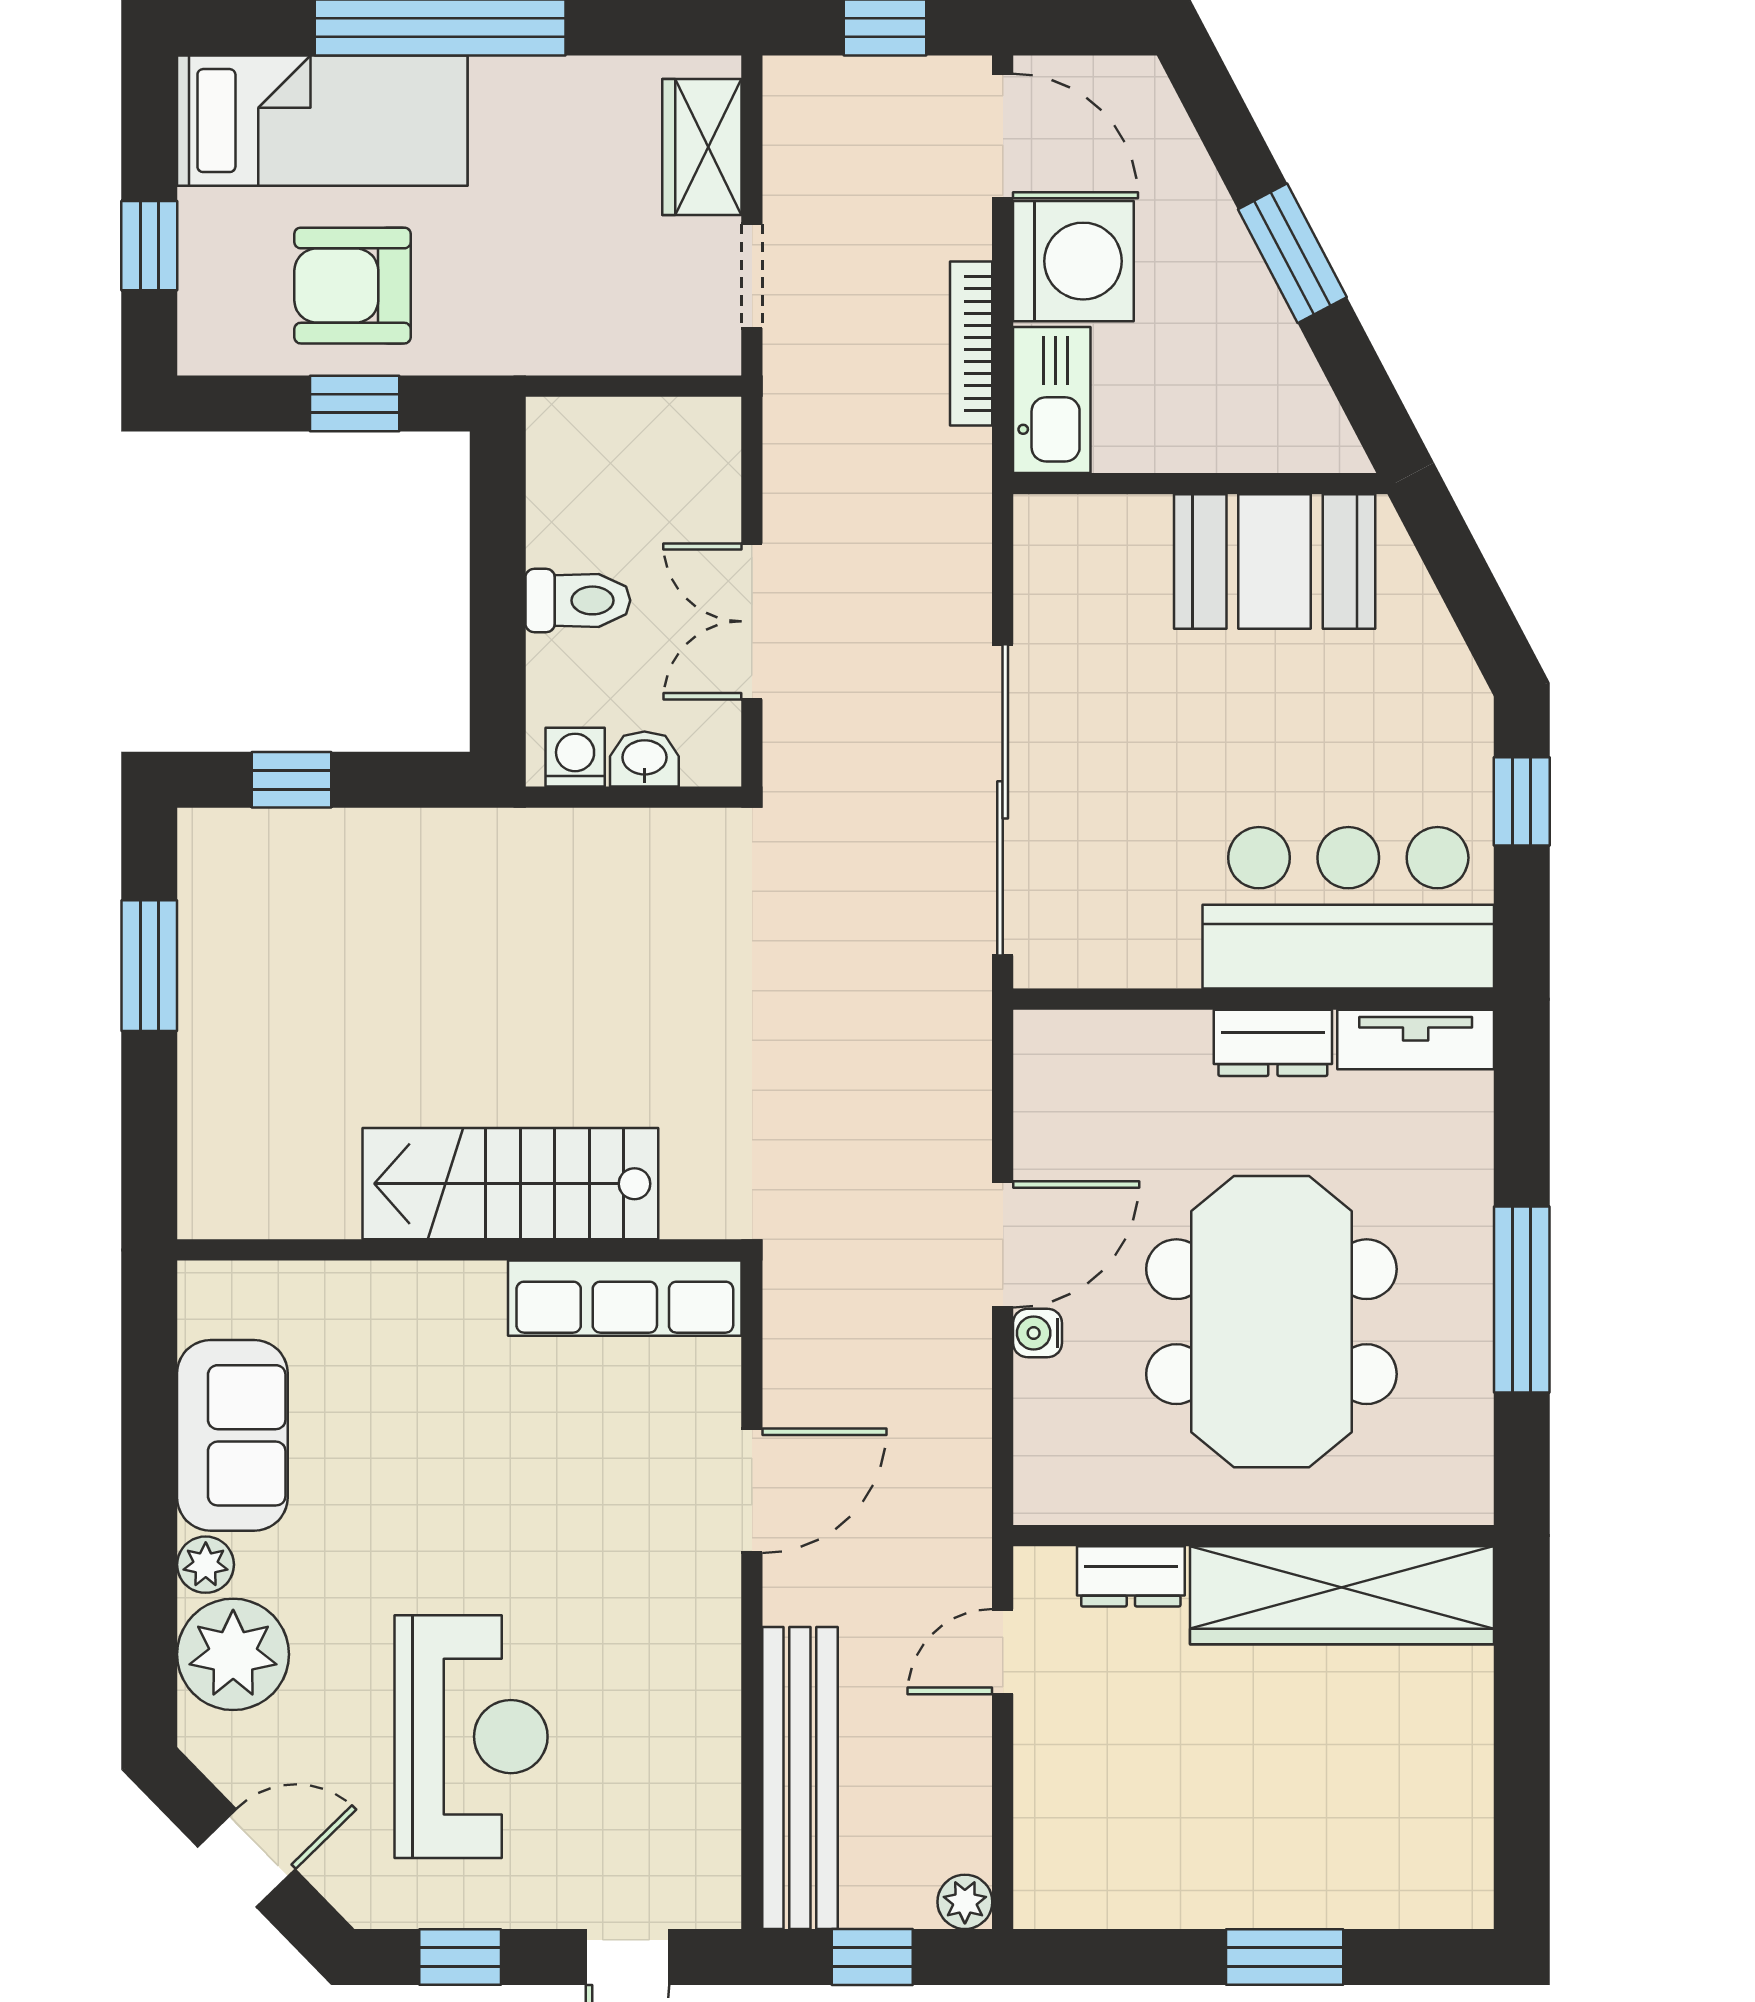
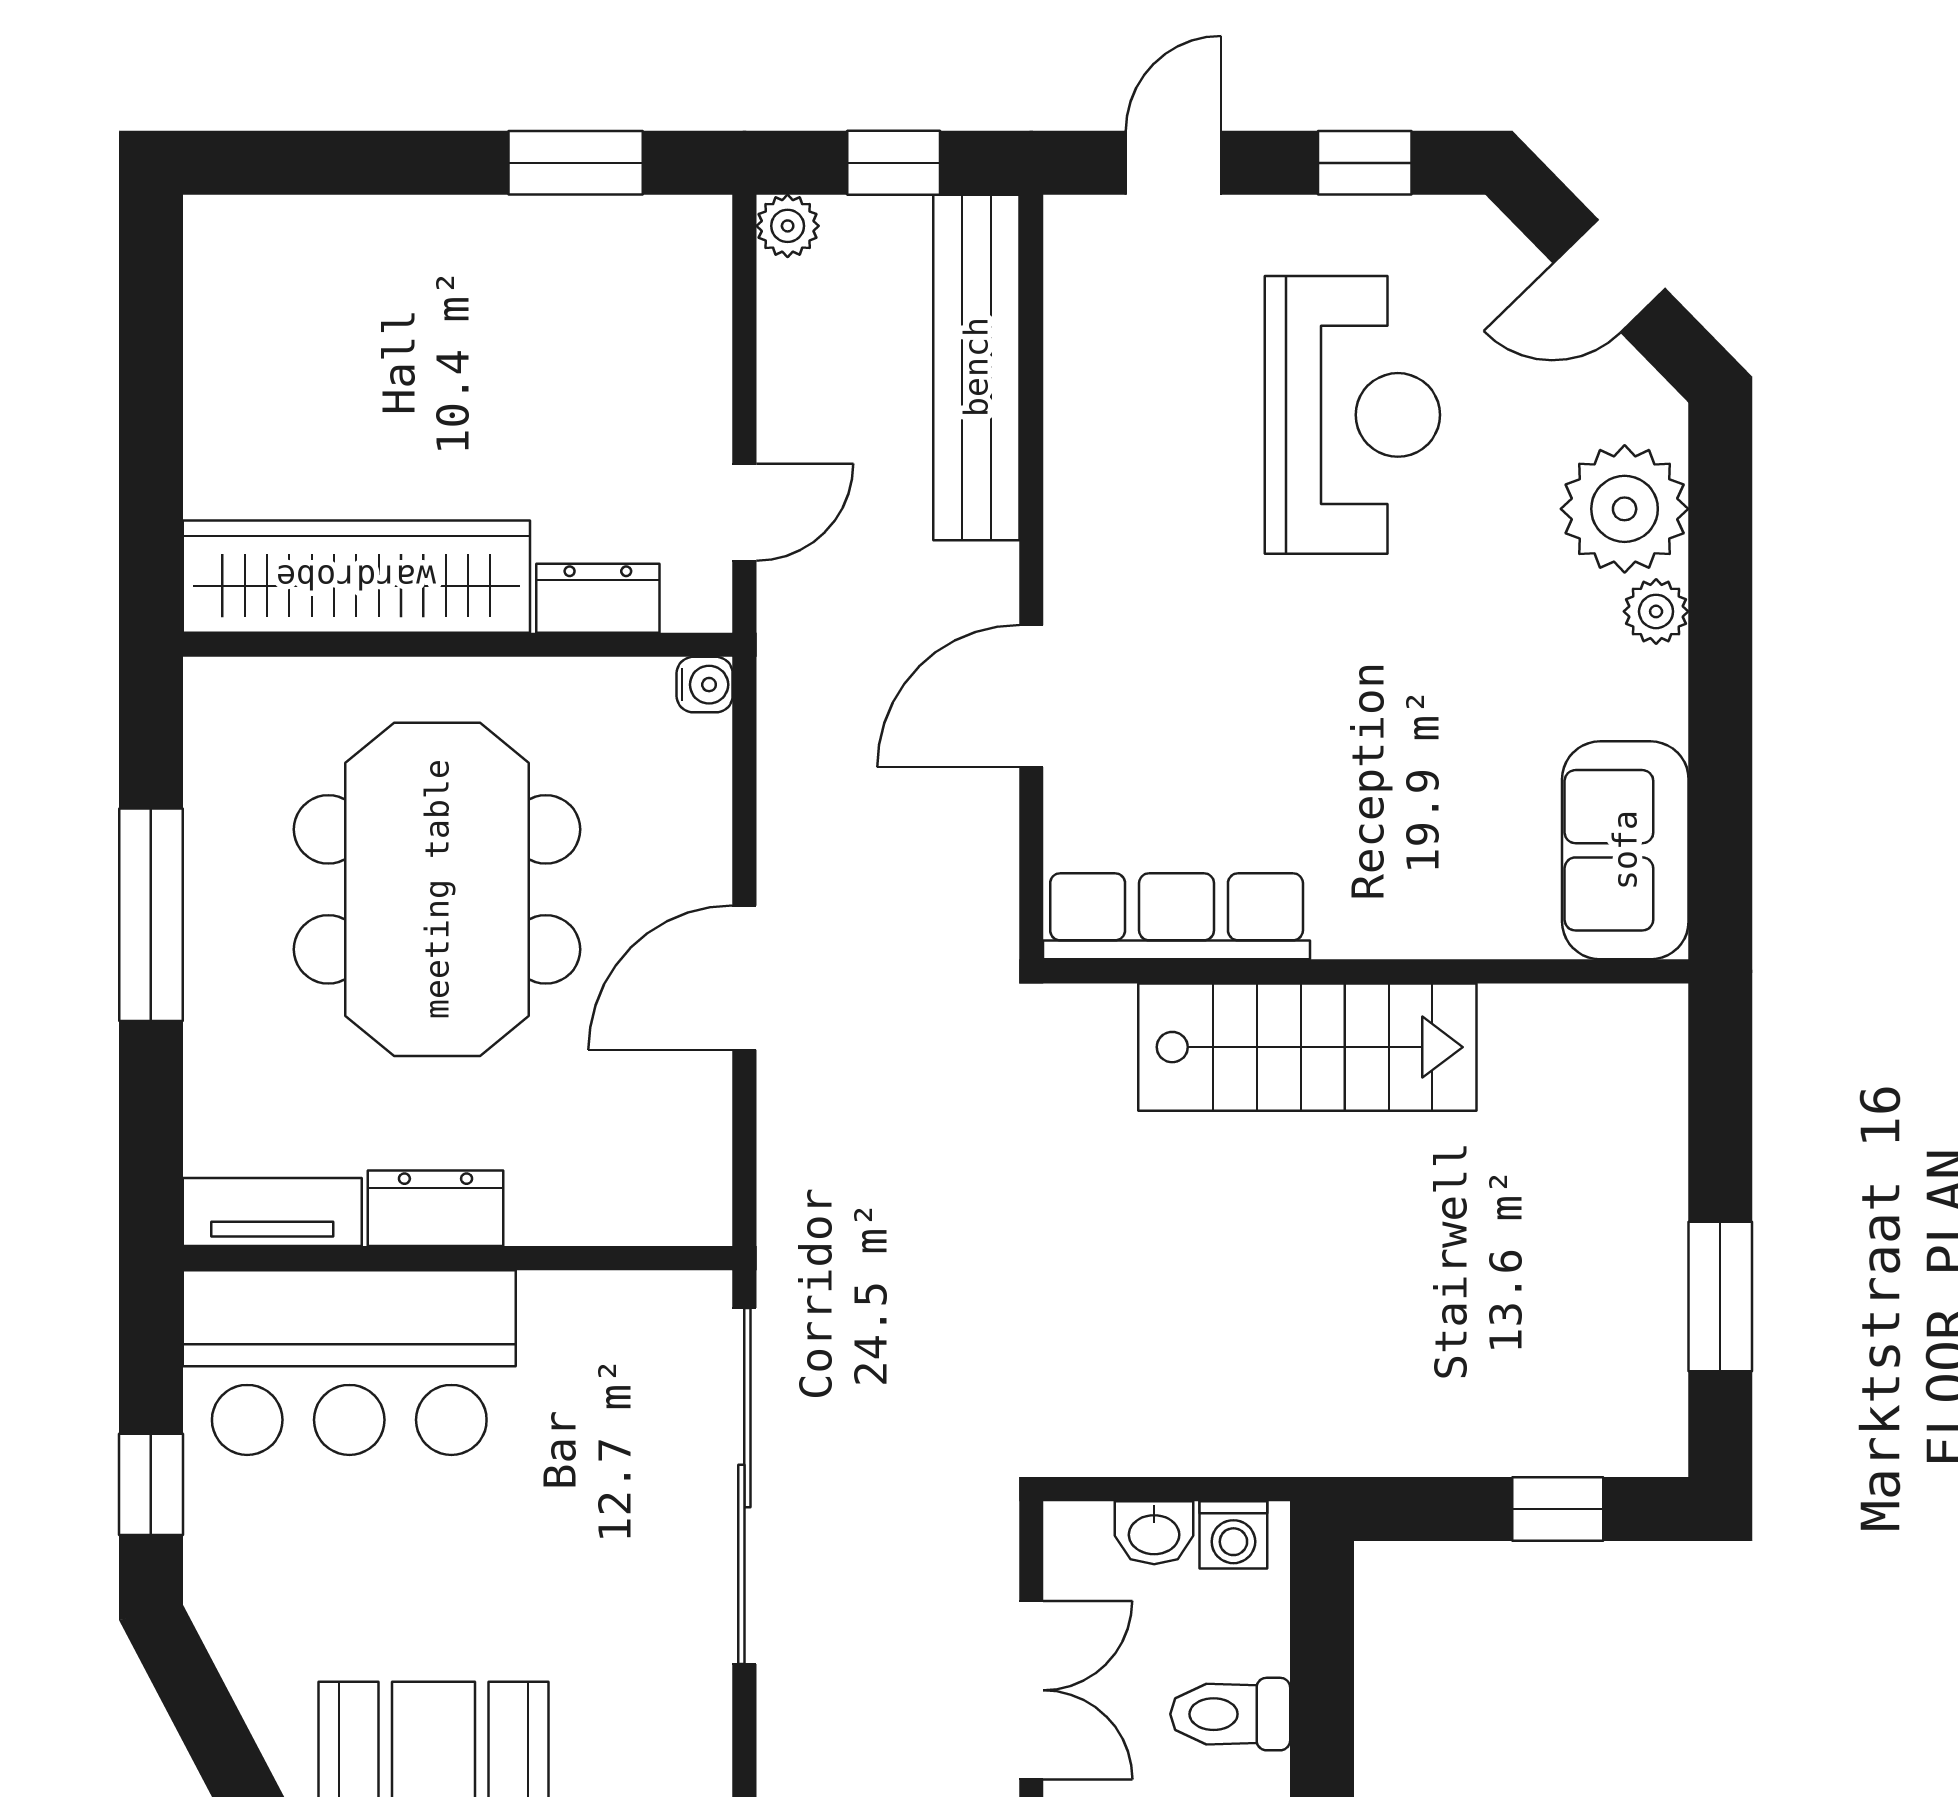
water cooler: (1038, 1333) -> (705, 685), moved
sofa: (232, 1435) -> (1625, 850), moved
reception desk: (471, 1737) -> (1352, 415), turned 180
window: (1285, 1957) -> (576, 163), moved

